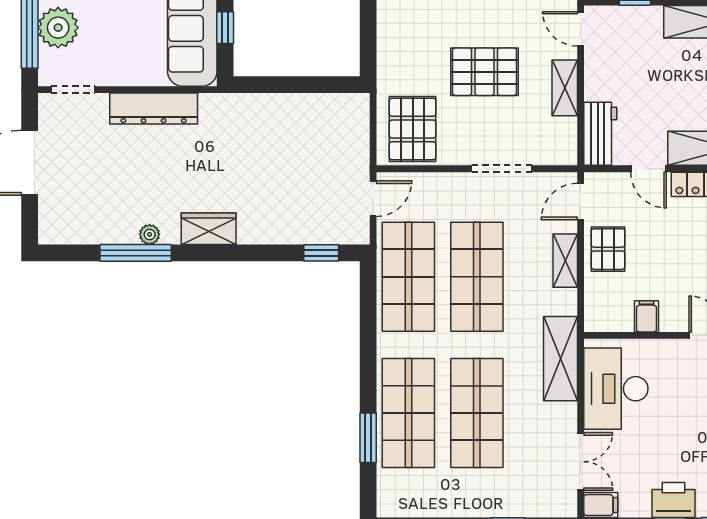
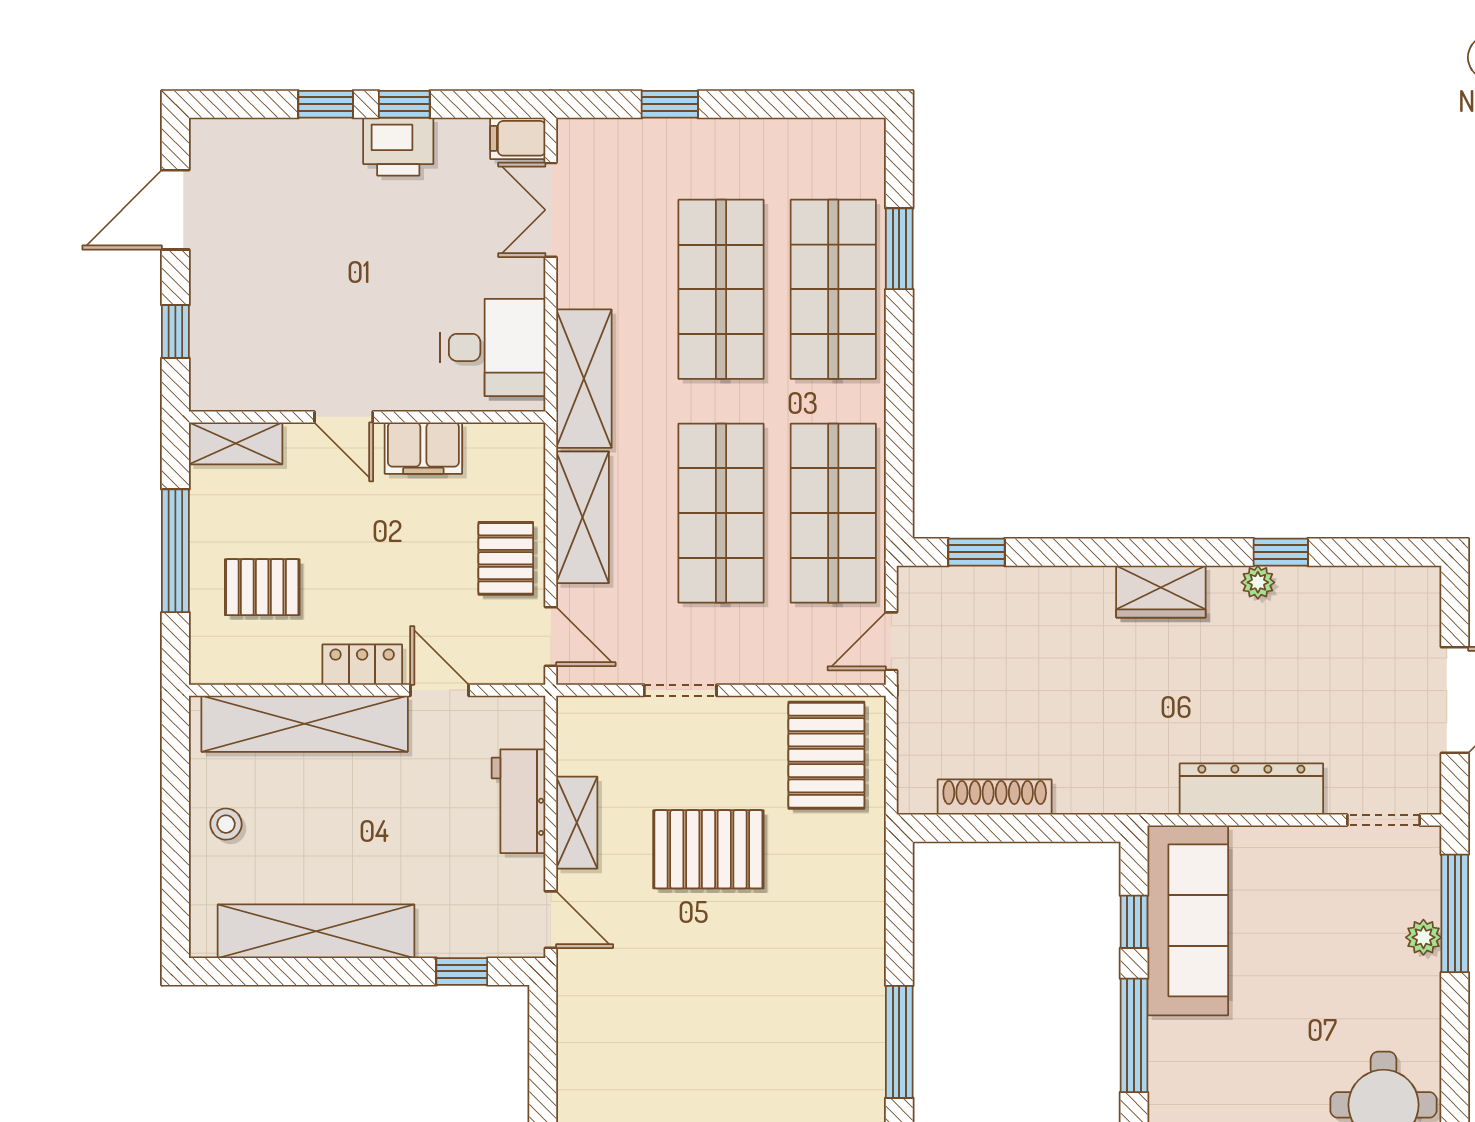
plant: (58, 28) -> (1423, 937), width x0.53, depth x0.53
shoe rack: (310, 104) -> (995, 797), added
workbench: (600, 134) -> (519, 801), moved
doorway: (502, 169) -> (680, 690), width x0.73
door: (581, 201) -> (551, 637), hinge flipped
window: (136, 253) -> (1281, 552), width x0.46
shelving: (565, 261) -> (582, 517), width x1.50, depth x1.33
filing cabinet: (646, 316) -> (423, 448), width x2.00
desk: (616, 389) -> (493, 347), width x0.73

